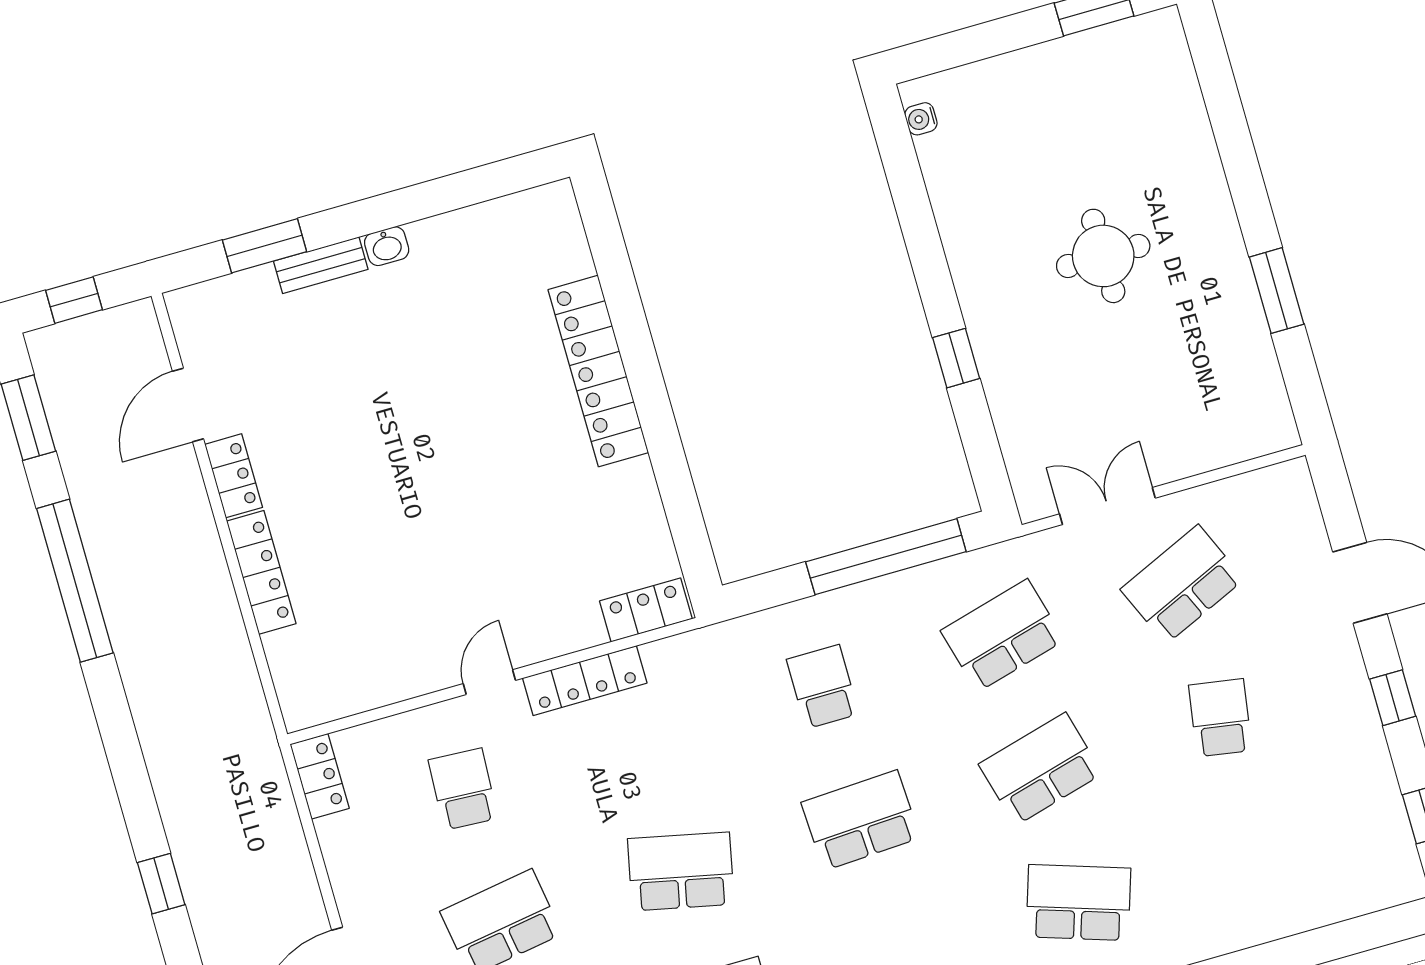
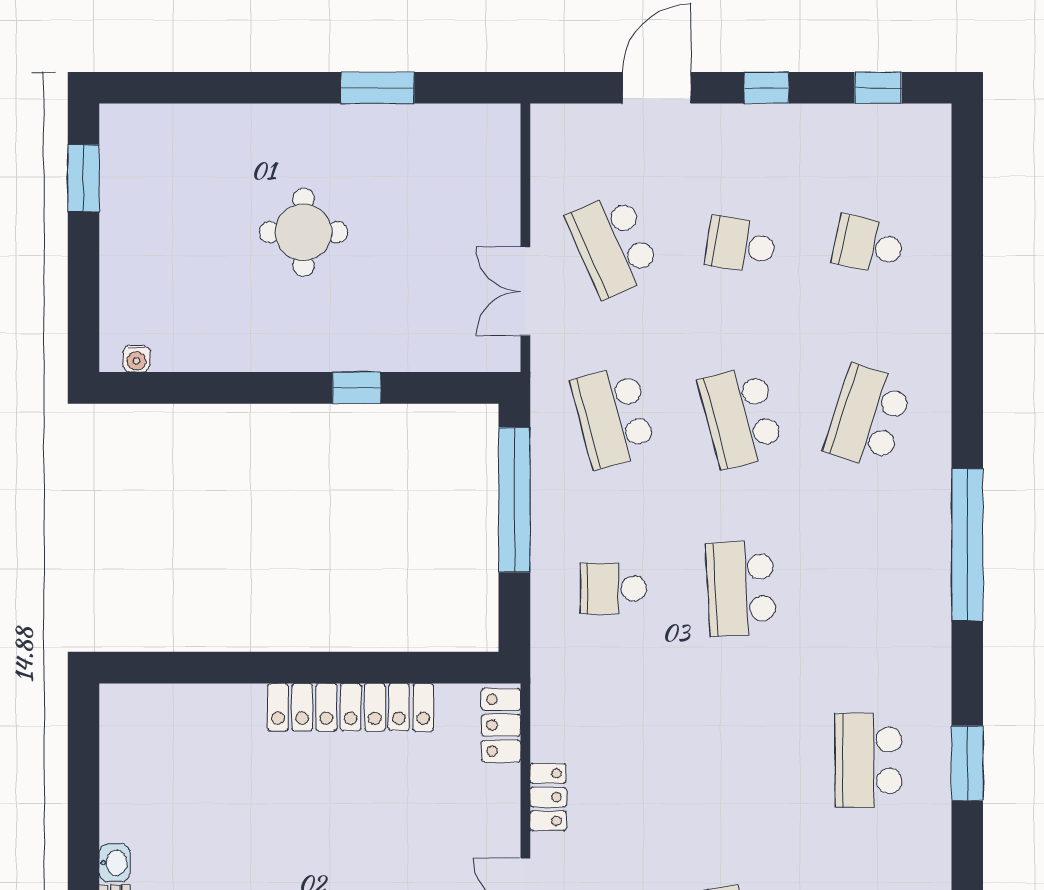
locker: (598, 371) -> (351, 707), moved
locker: (585, 681) -> (548, 797), width x0.66
school desk: (681, 871) -> (868, 245), moved, width x0.54

